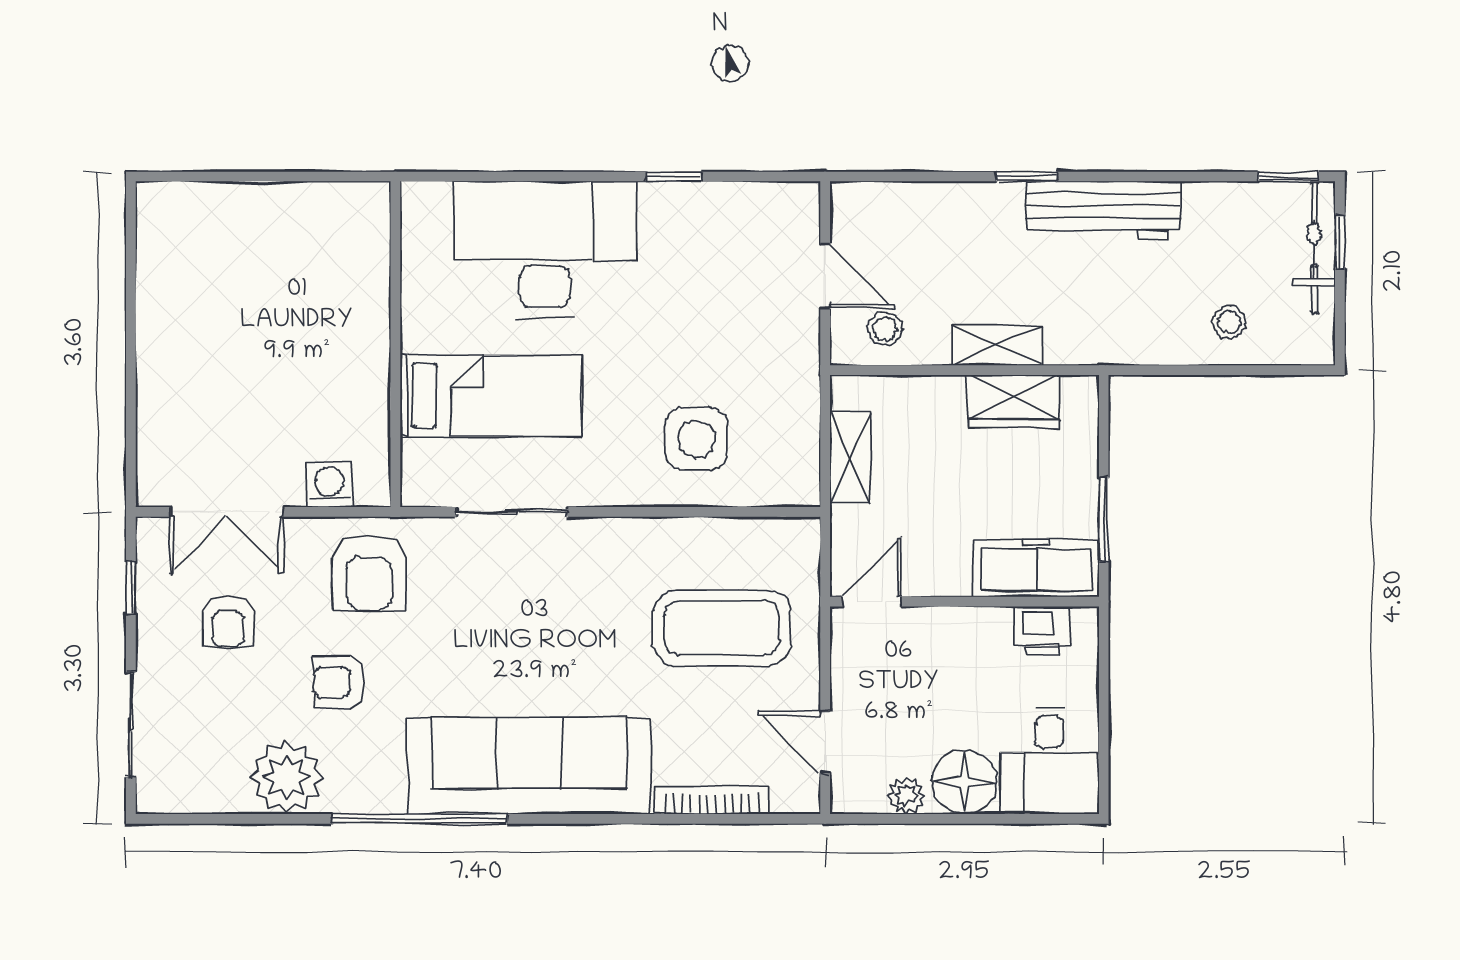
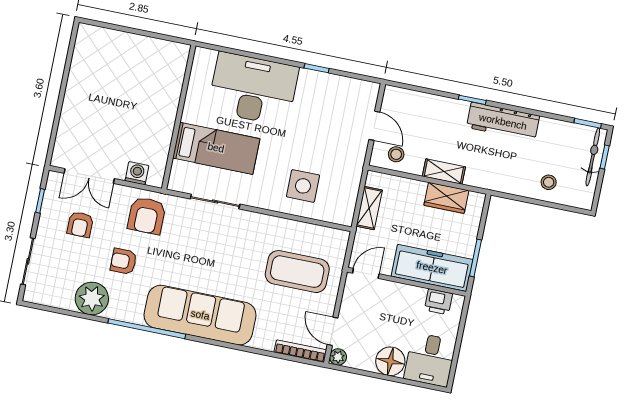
freezer: (1036, 568) -> (432, 268), width x1.36, depth x1.26
plant: (907, 796) -> (338, 357), moved
bookcase: (712, 800) -> (300, 351), moved

